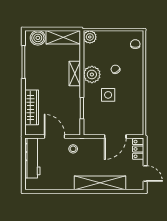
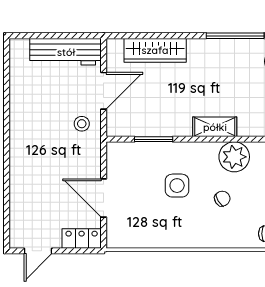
plant: (92, 74) -> (234, 157), moved
shelving: (100, 183) -> (21, 171), removed

